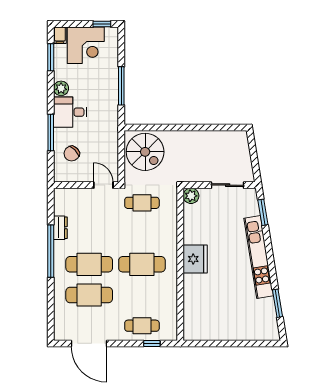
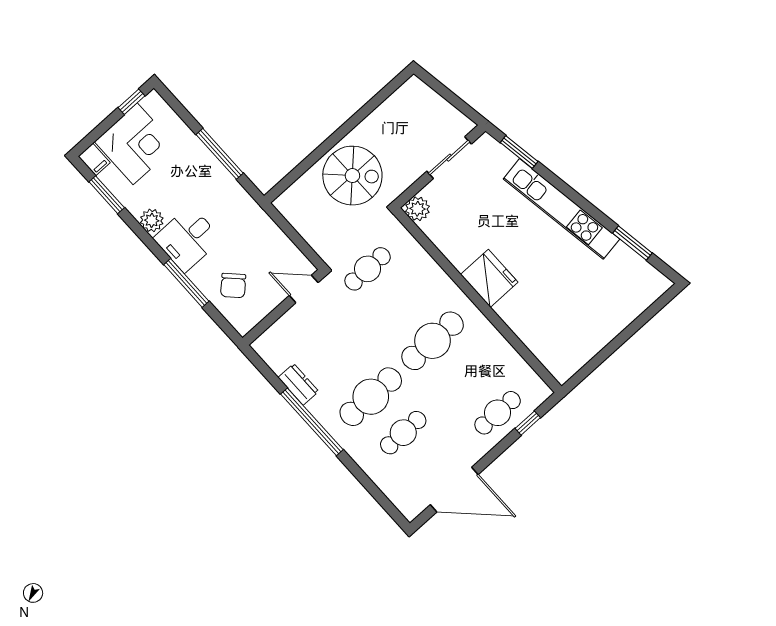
spiral stairs: (145, 152) -> (352, 176), moved
cafe table: (89, 295) -> (403, 433), width x0.73, depth x0.74

